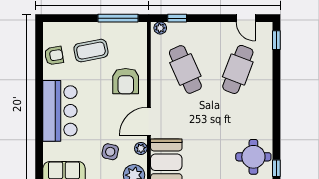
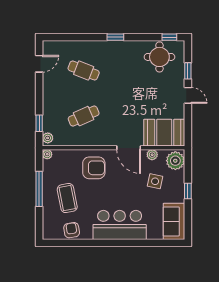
window: (118, 18) -> (39, 189), moved
plant: (141, 27) -> (47, 154), added
window: (276, 40) -> (115, 37), moved
cafe table: (185, 69) -> (84, 116), width x0.73, depth x0.74
cafe table: (238, 69) -> (84, 70), width x0.73, depth x0.74

